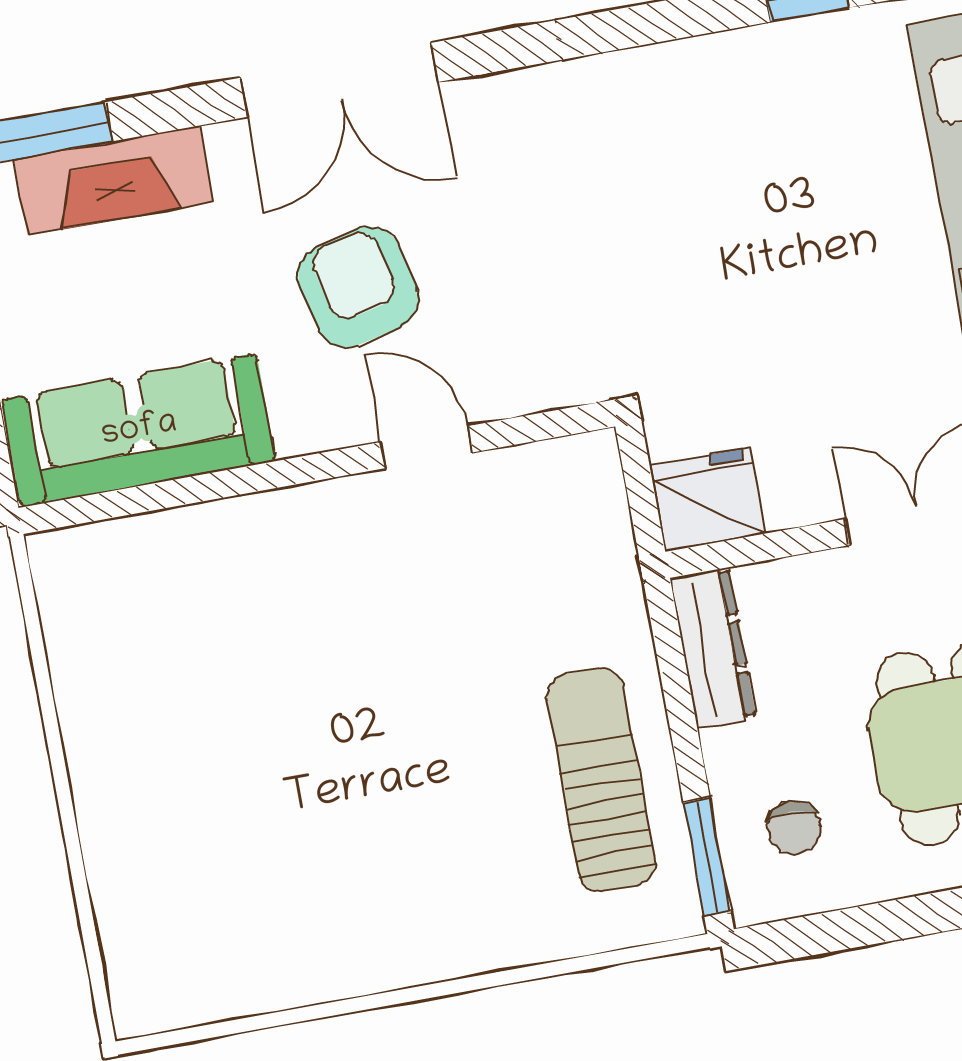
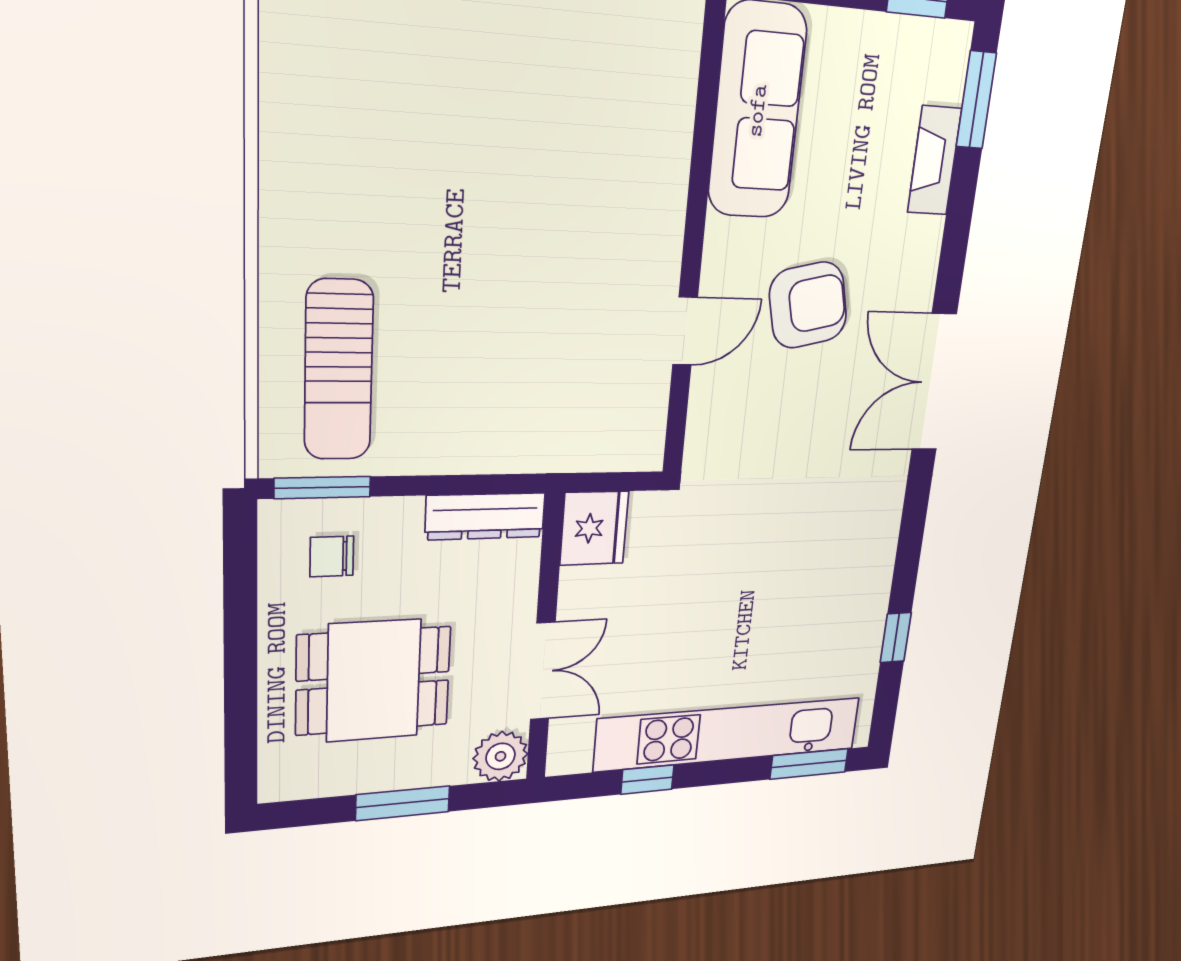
double door: (339, 80) -> (934, 382), moved
fireplace: (114, 180) -> (934, 161), width x0.73, depth x0.76
sun lounger: (601, 780) -> (339, 370), moved, turned 90

